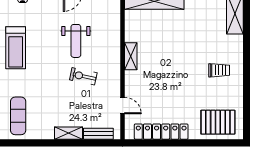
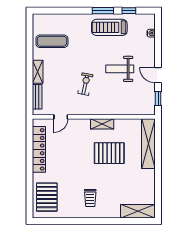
weight bench: (76, 41) -> (120, 69), moved
pallet: (166, 48) -> (109, 153), added
exercise mat: (18, 116) -> (52, 41), moved

